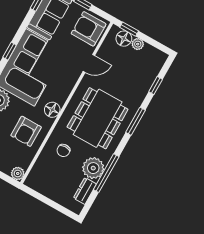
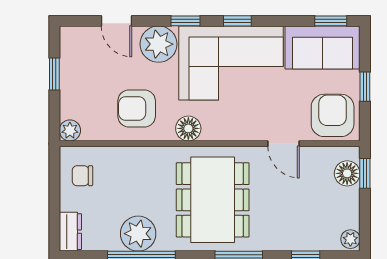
plant: (138, 44) -> (350, 239), moved
dining table: (98, 118) -> (213, 200), turned 90
chair: (63, 150) -> (82, 176), moved
dresser: (85, 191) -> (70, 232), moved, turned 90

